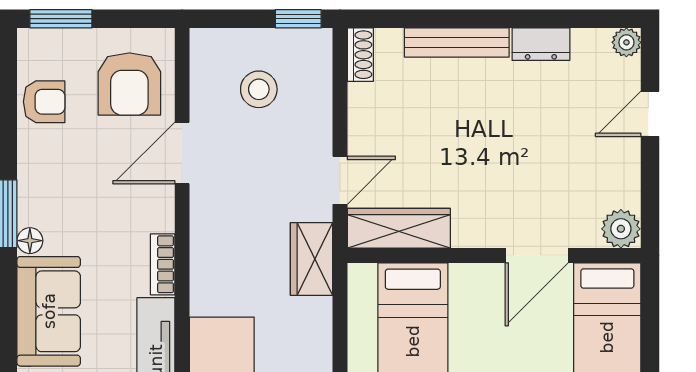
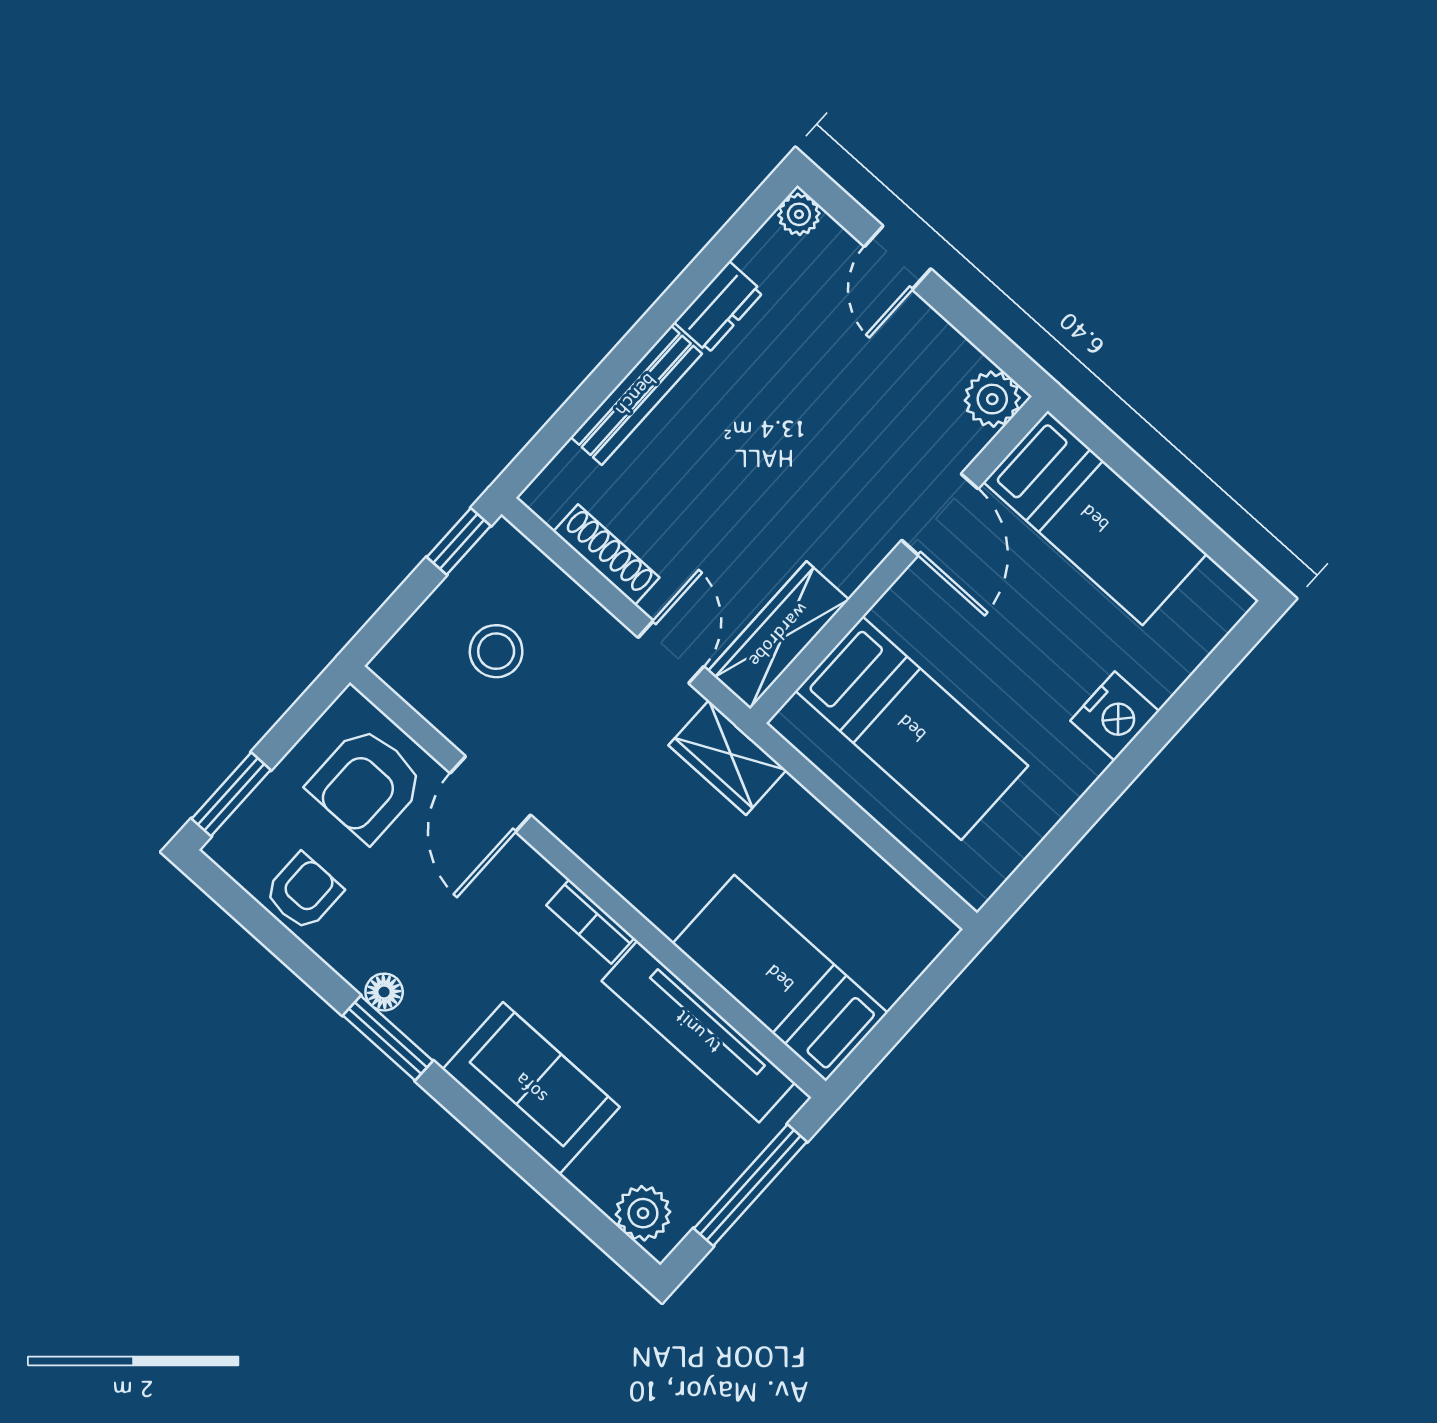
shoe rack: (360, 55) -> (606, 555), moved, width x1.43
armchair: (129, 84) -> (366, 784), turned 90
floor lamp: (30, 241) -> (384, 992), moved

